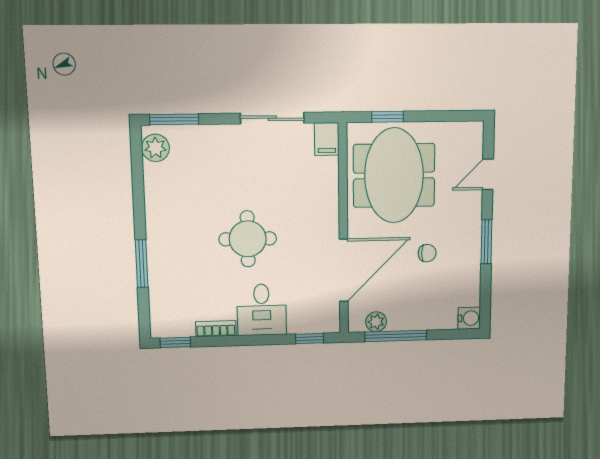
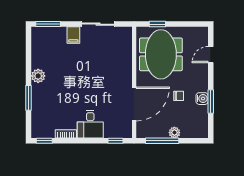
filing cabinet: (327, 139) -> (73, 35), moved
plant: (155, 148) -> (38, 76), moved
round table: (248, 239) -> (84, 86), removed
window: (486, 242) -> (211, 101), moved
water cooler: (469, 318) -> (202, 99), moved
plant: (376, 322) -> (174, 133), moved

